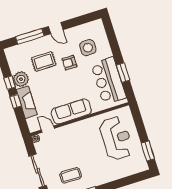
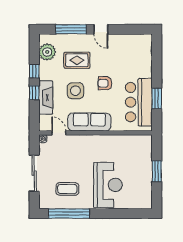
side table: (88, 48) -> (75, 91), moved
armchair: (69, 63) -> (105, 83), moved
plant: (21, 79) -> (47, 52), moved
reception desk: (116, 138) -> (108, 185), moved
window: (148, 151) -> (157, 171), moved

